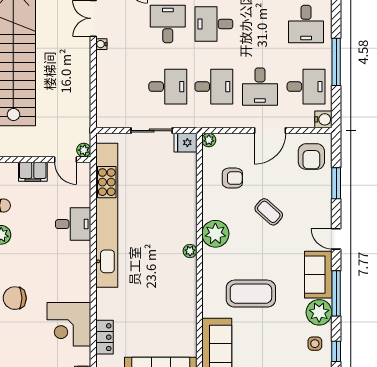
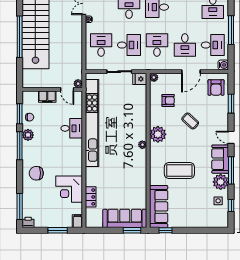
desk: (122, 87) -> (101, 45), added
desk: (214, 87) -> (157, 45), turned -90

